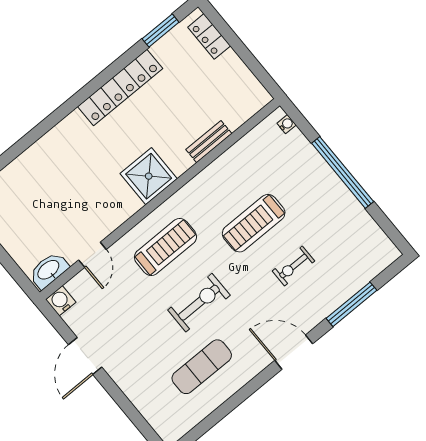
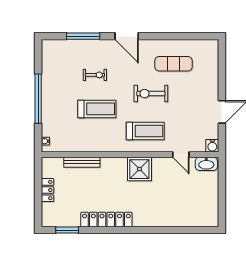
locker: (209, 36) -> (47, 190), moved
bench: (209, 142) -> (82, 162), width x1.36
shower: (149, 176) -> (139, 169), moved
treadmill: (165, 247) -> (145, 131), turned 180
door: (92, 255) -> (181, 155), swing flipped

